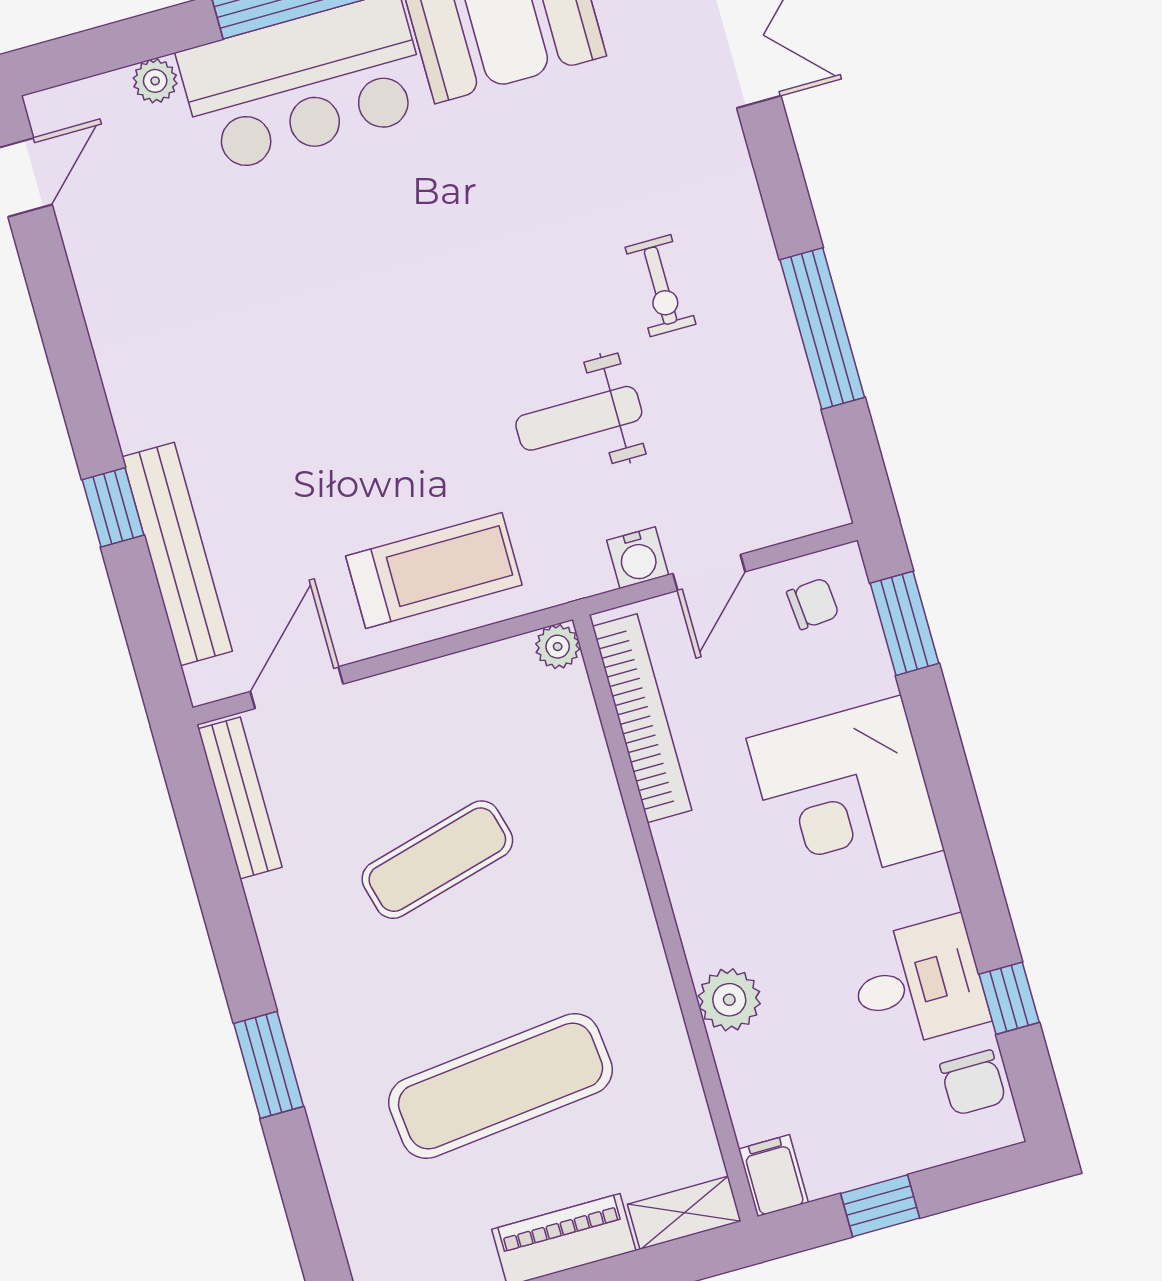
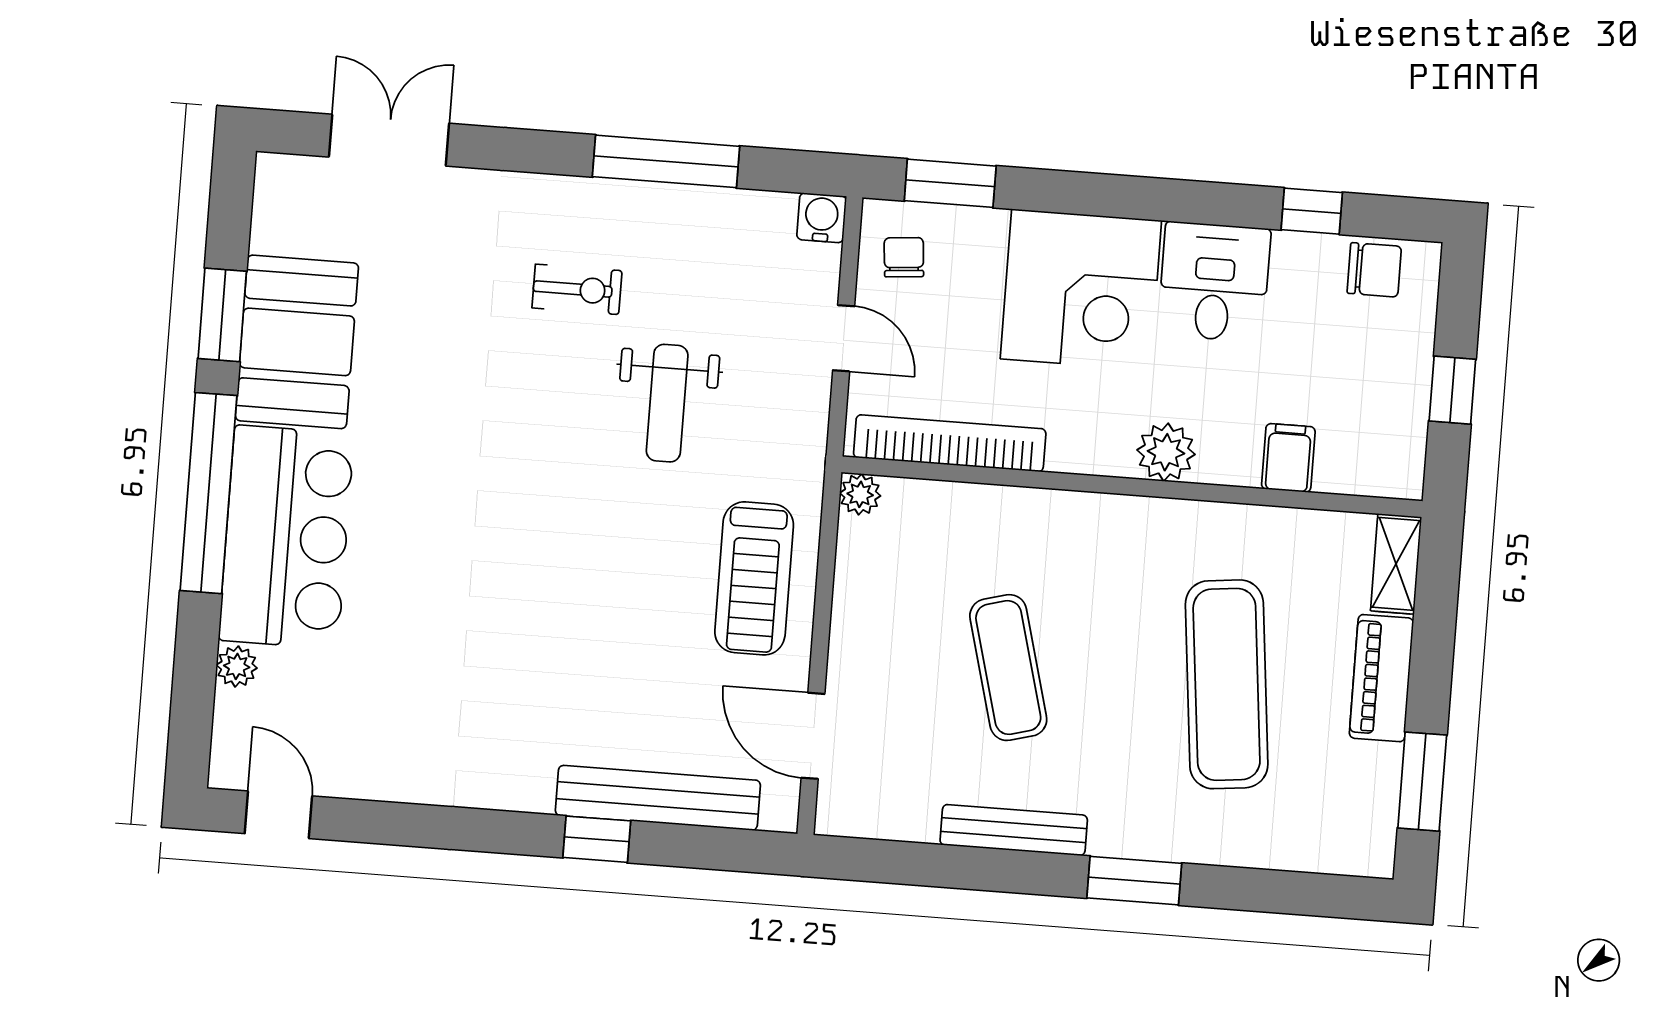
water cooler: (638, 558) -> (822, 218), moved, turned -90
treadmill: (434, 570) -> (754, 578), turned 180
bench: (240, 798) -> (1014, 830), moved
desk: (918, 983) -> (1214, 282), moved
plant: (729, 1000) -> (1166, 452), moved
filing cabinet: (773, 1176) -> (1288, 458), moved, turned 90

